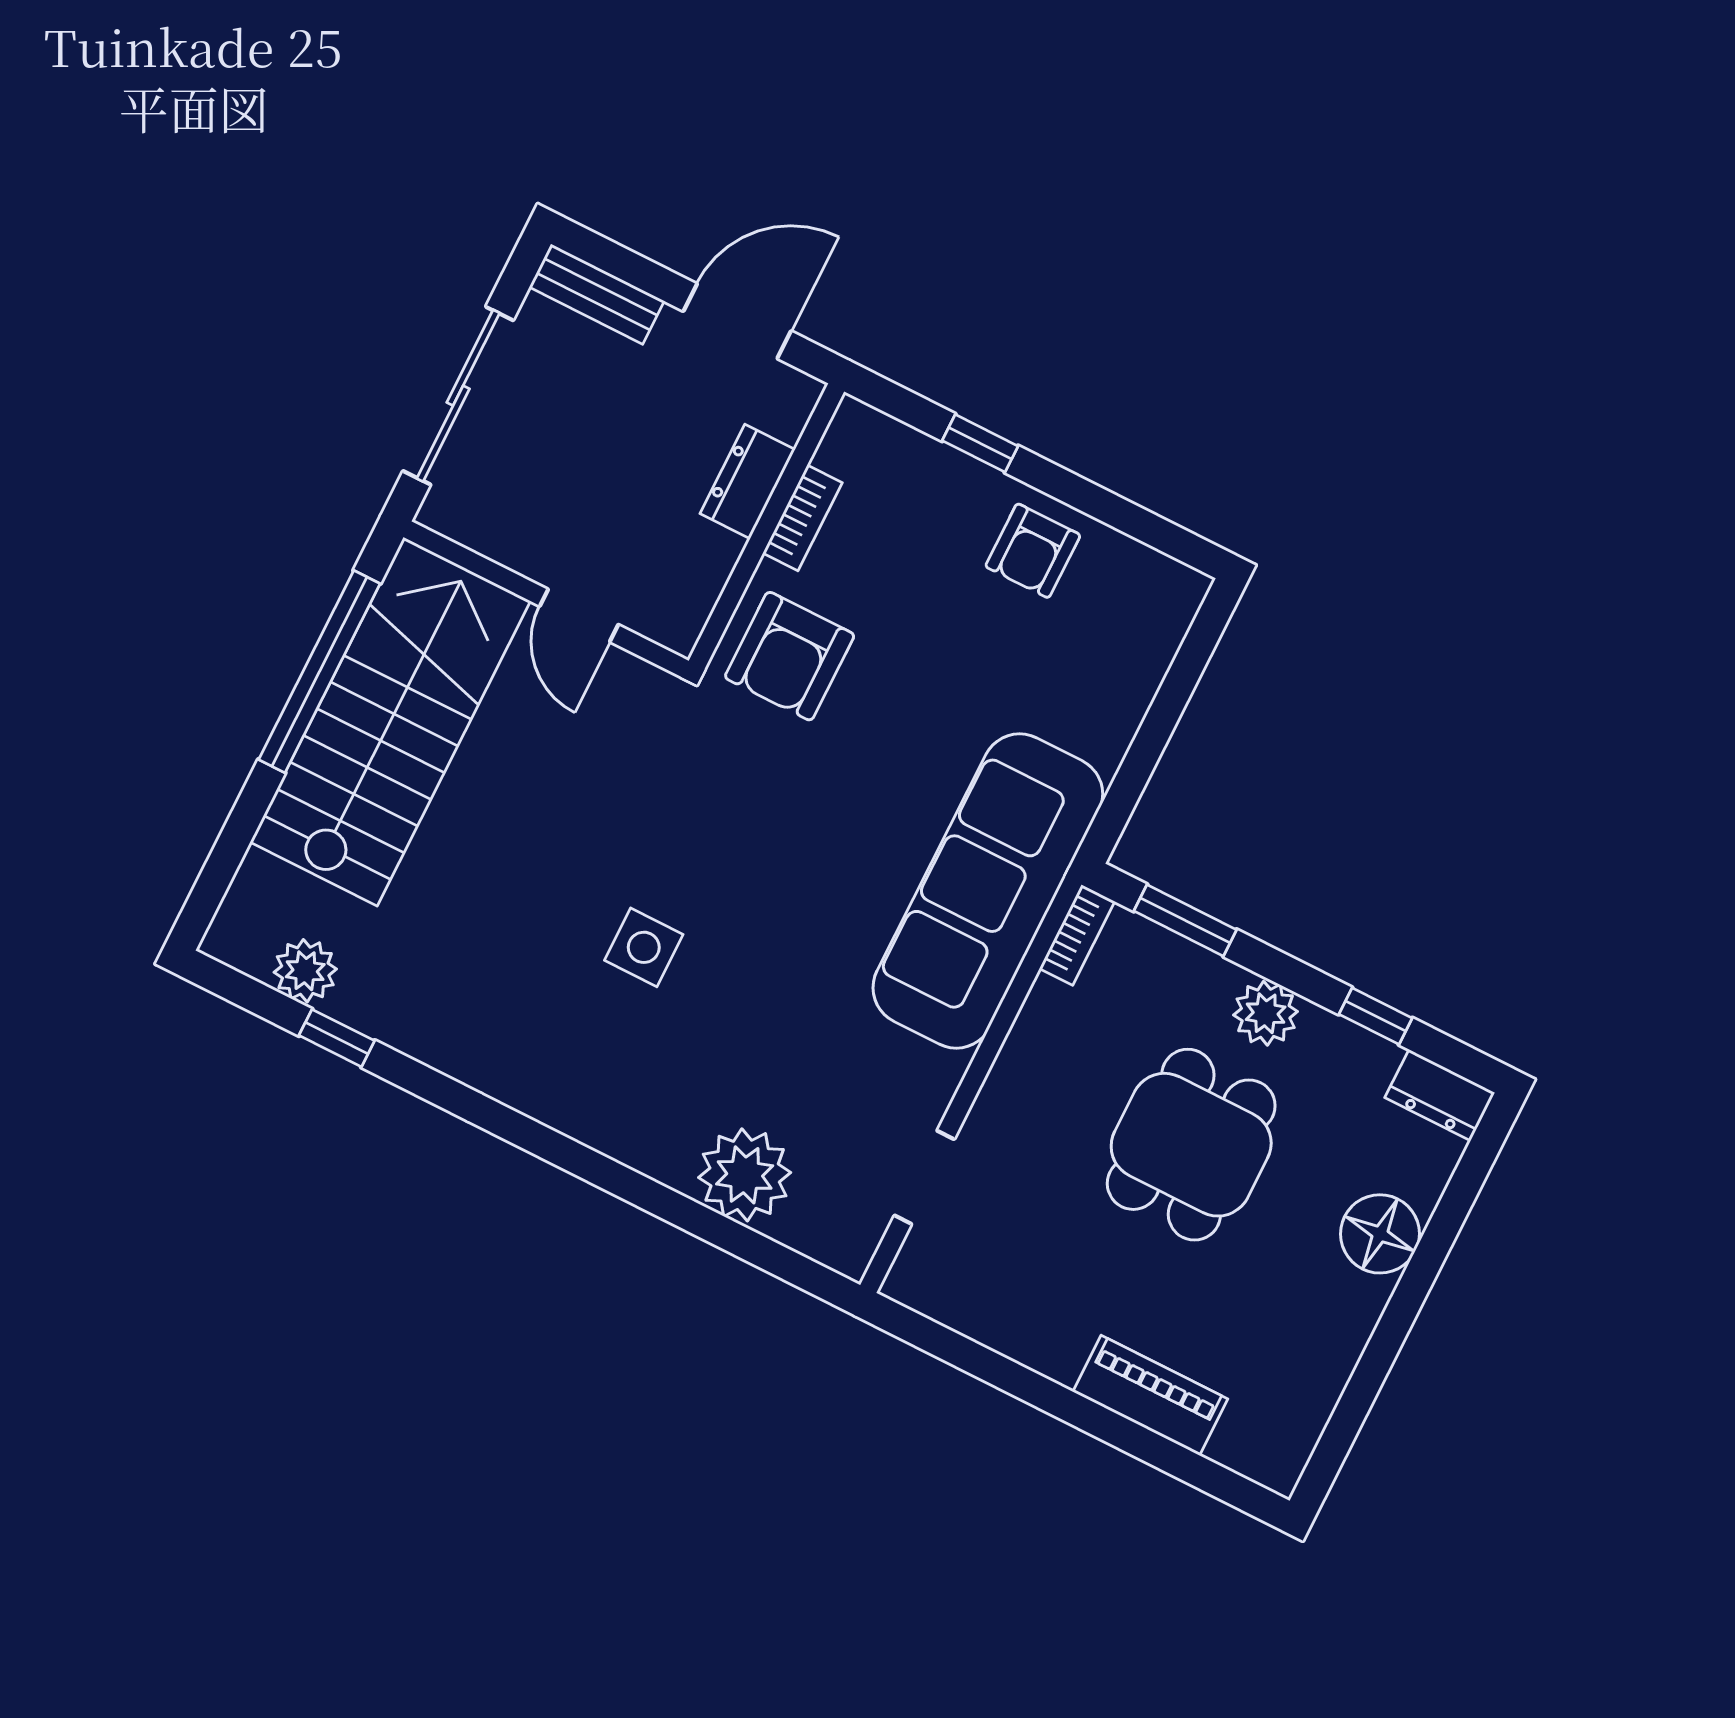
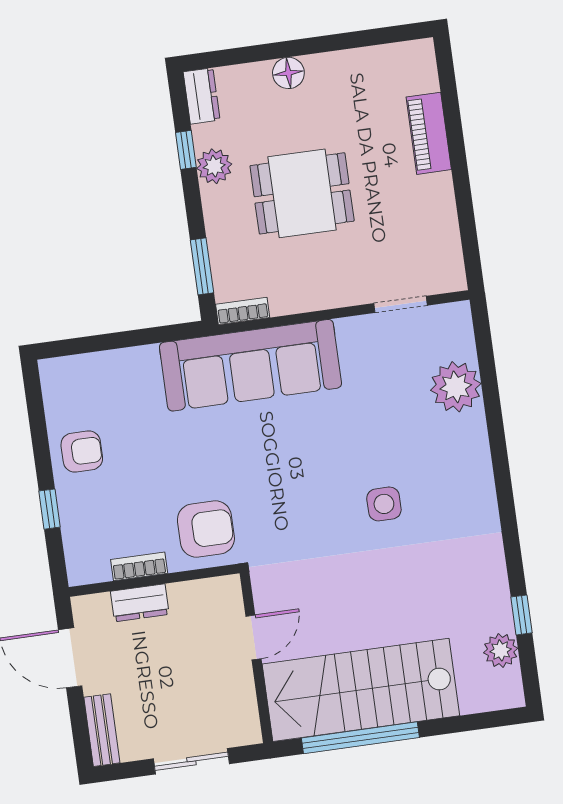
sliding door: (458, 396) -> (191, 761), width x0.73
plant: (1266, 1013) -> (214, 166), moved
floor lamp: (1380, 1234) -> (288, 73), width x0.73, depth x0.73

